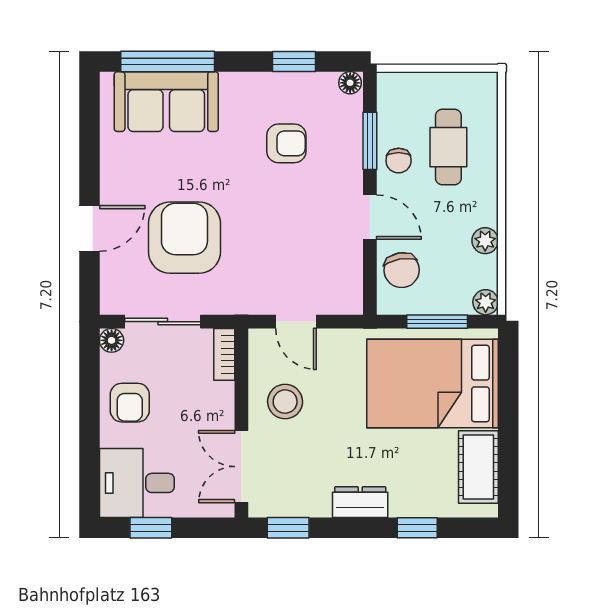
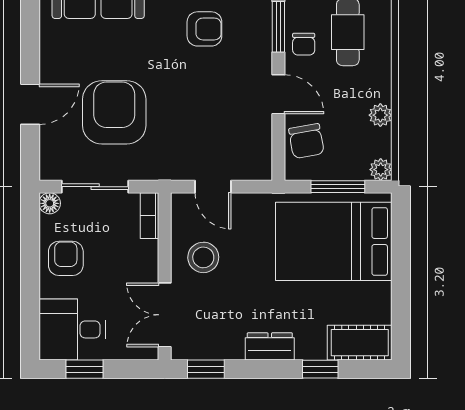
armchair: (130, 403) -> (66, 258), turned 180
cot: (478, 467) -> (360, 343), moved, turned 90

